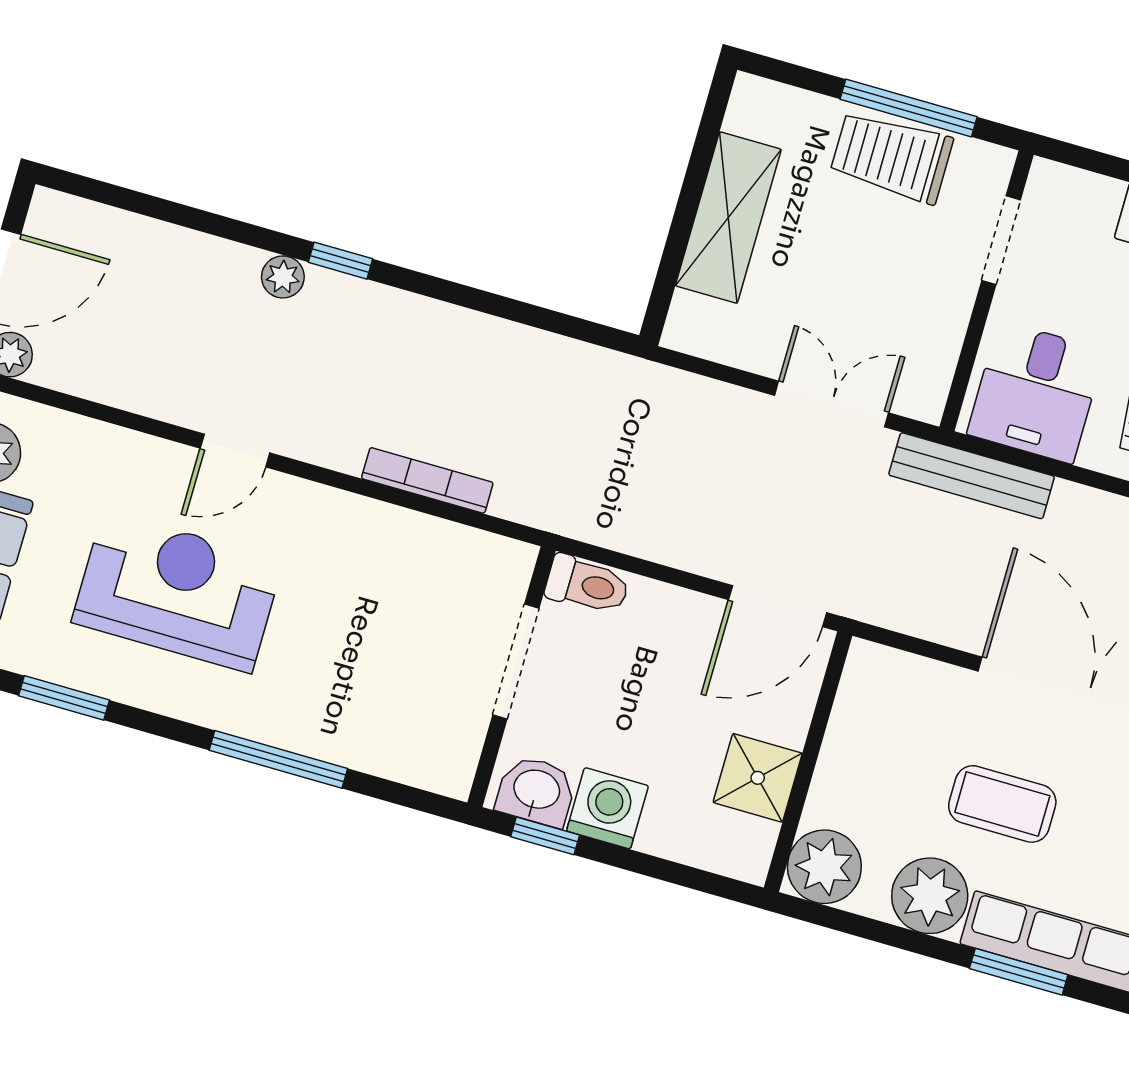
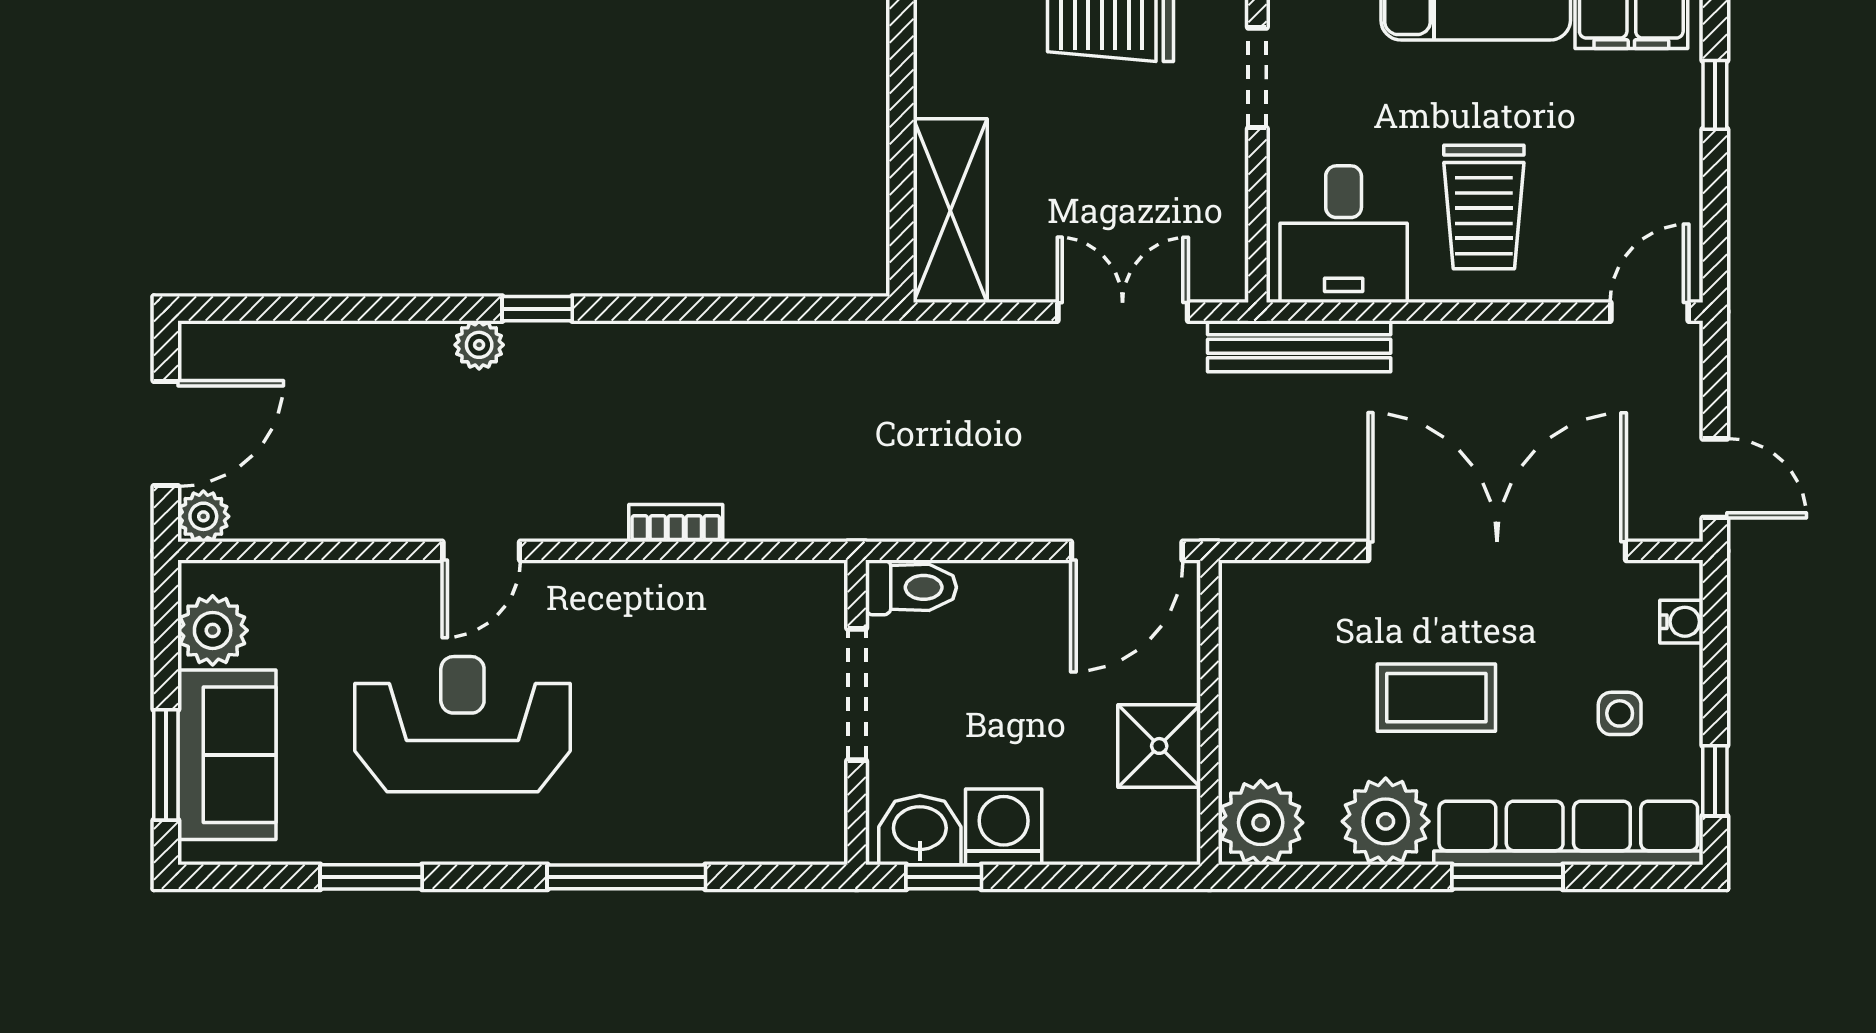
shelving: (728, 218) -> (950, 211), moved
bookcase: (427, 480) -> (676, 523), width x0.64

